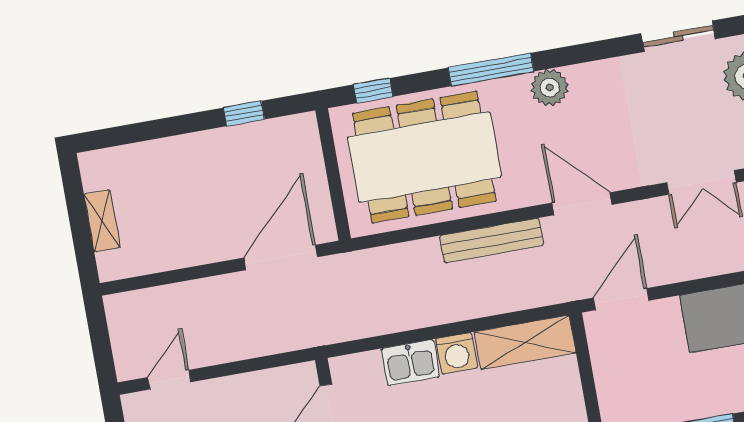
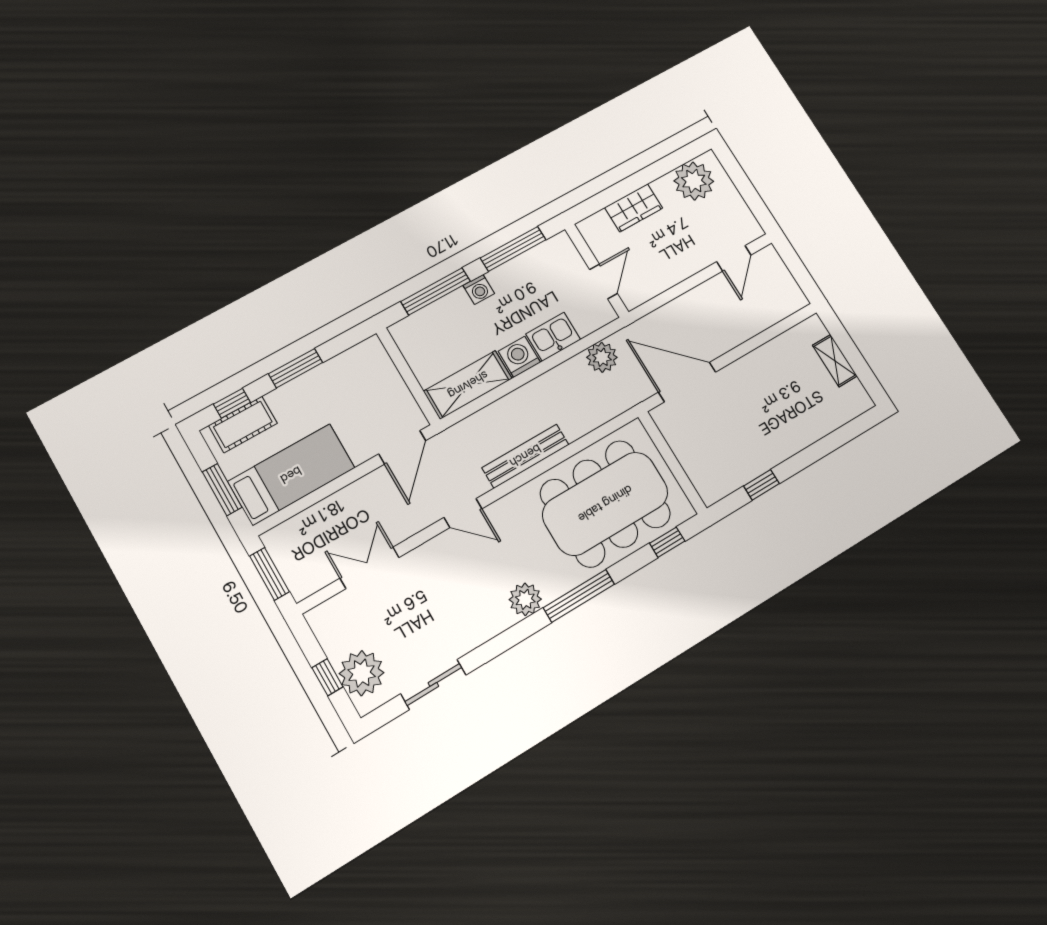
door: (582, 204) -> (463, 513), width x0.73
door: (281, 257) -> (687, 382), swing flipped
plant: (365, 320) -> (602, 357), added

